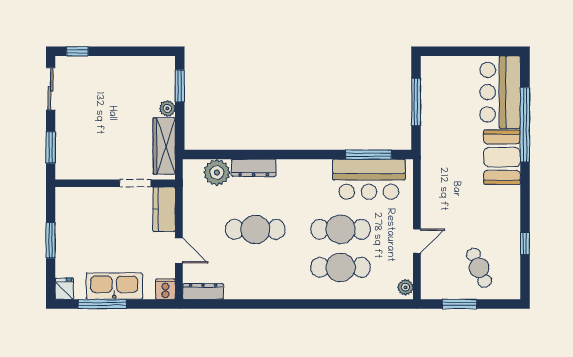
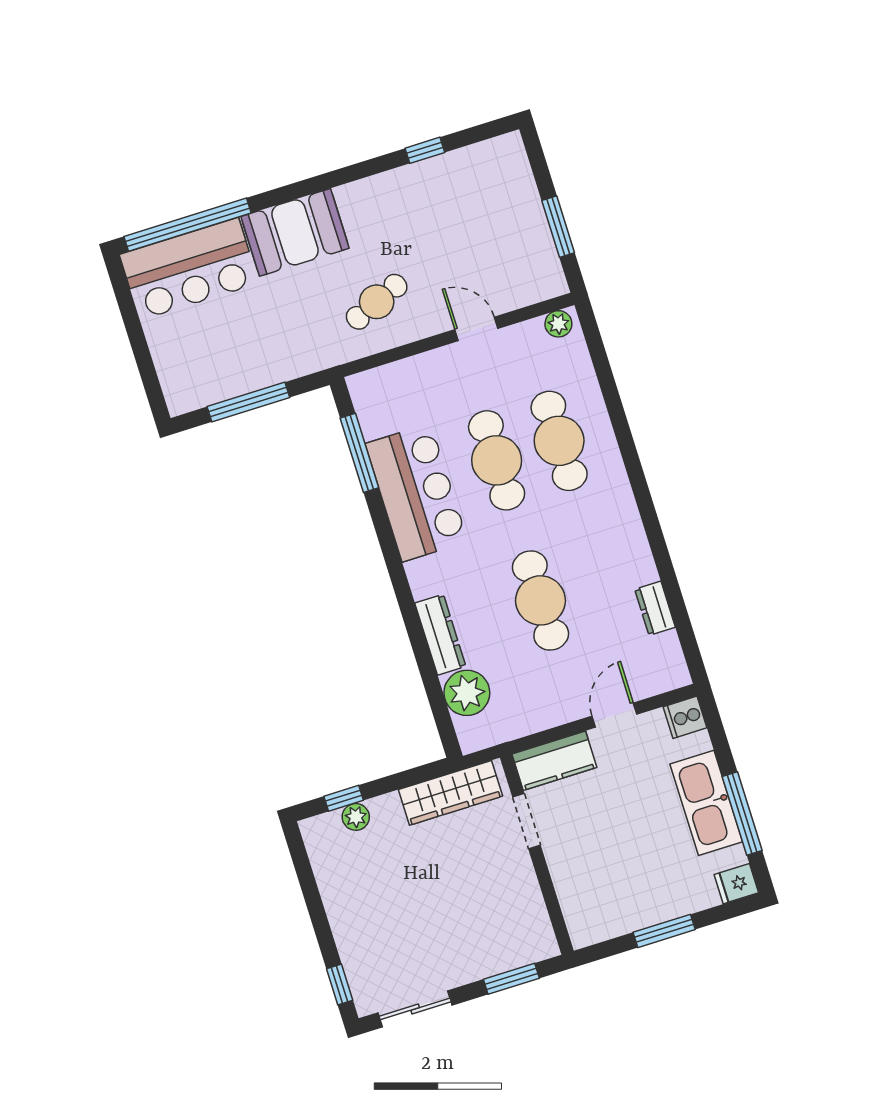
window: (180, 86) -> (344, 798), width x0.67
plant: (167, 108) -> (356, 817), moved
window: (525, 125) -> (187, 225), moved
bar counter: (369, 179) -> (416, 493), moved
cafe table: (479, 268) -> (377, 302), moved
dresser: (203, 291) -> (655, 608), moved, width x0.70

